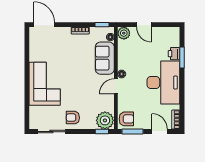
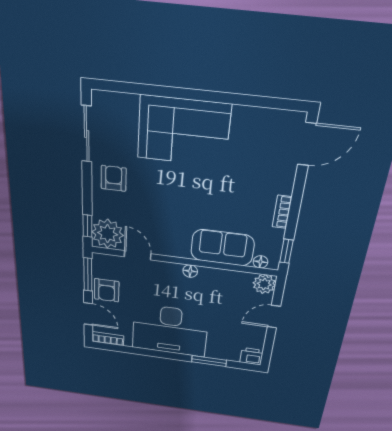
printer: (174, 54) -> (251, 356), moved
door: (116, 86) -> (138, 255), moved
armchair: (126, 119) -> (107, 290), moved
door: (160, 132) -> (88, 314), hinge flipped

